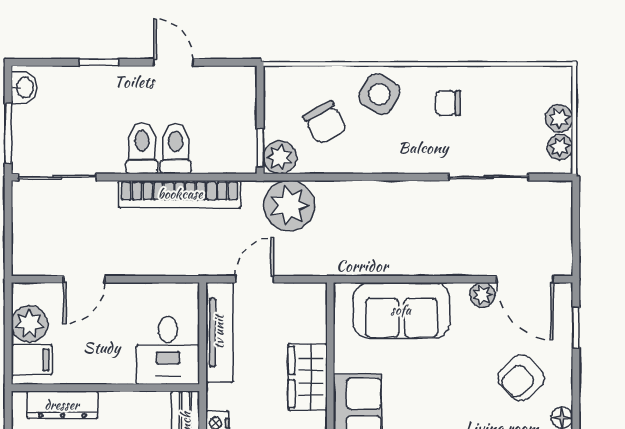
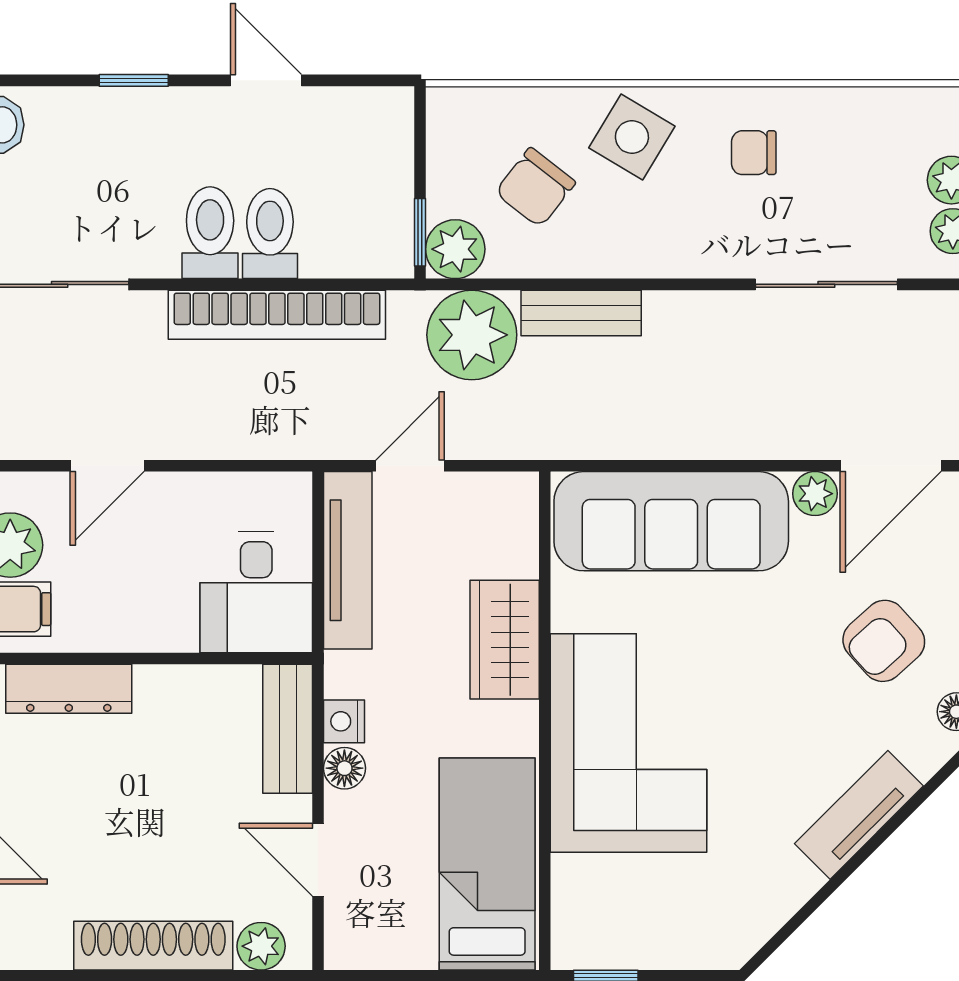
chair: (325, 123) -> (535, 187), turned 67
bench: (351, 193) -> (581, 313), added
door: (525, 279) -> (891, 466), hinge flipped
sofa: (401, 310) -> (671, 521), width x1.36

